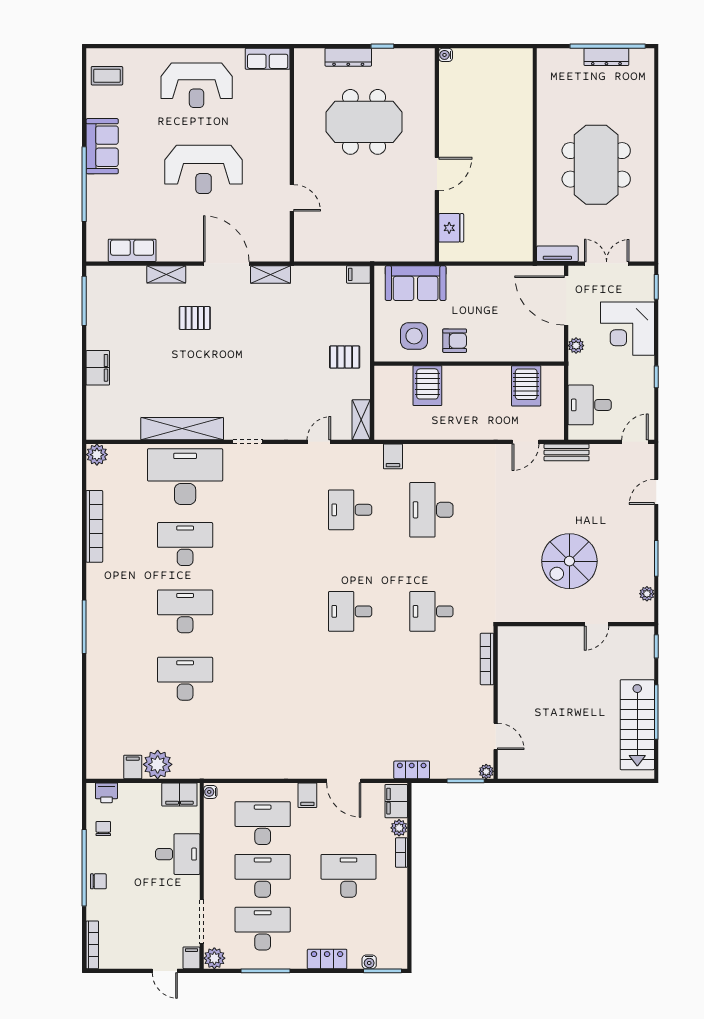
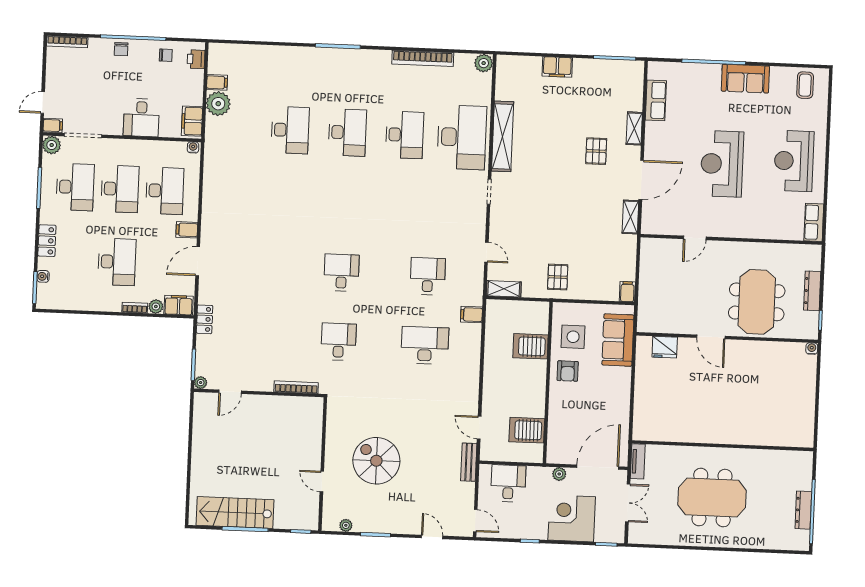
water cooler: (446, 55) -> (812, 349), moved
wall: (437, 155) -> (727, 338), moved
door: (437, 174) -> (711, 337), moved
fridge: (451, 228) -> (665, 347), moved

